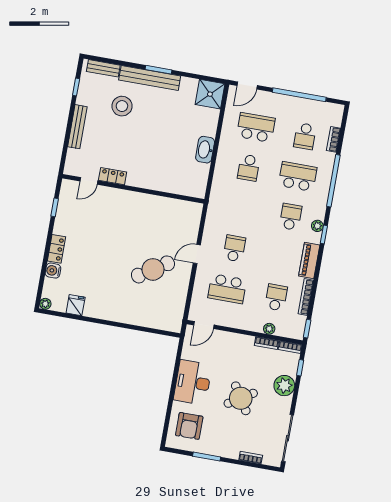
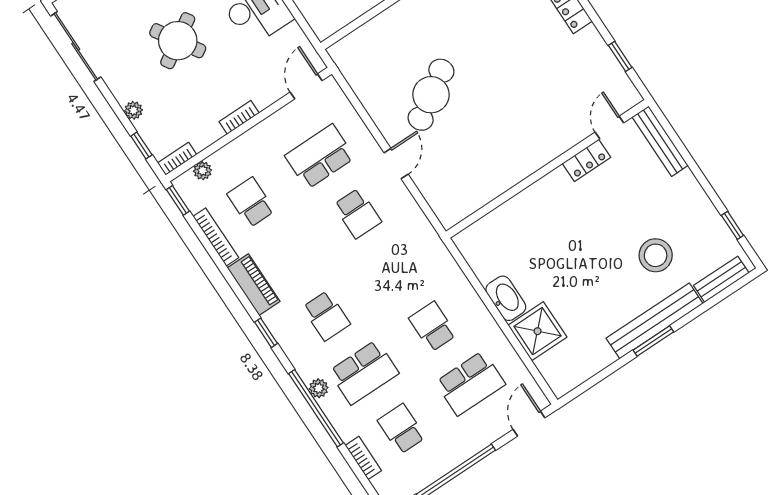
shower: (210, 94) -> (537, 331), moved
bench: (77, 127) -> (660, 141), moved
plant: (317, 226) -> (319, 388), moved
school desk: (276, 297) -> (251, 202), turned 180
plant: (269, 329) -> (203, 171), moved
bookcase: (267, 343) -> (239, 117), moved
plant: (284, 386) -> (133, 110), width x0.53, depth x0.53

